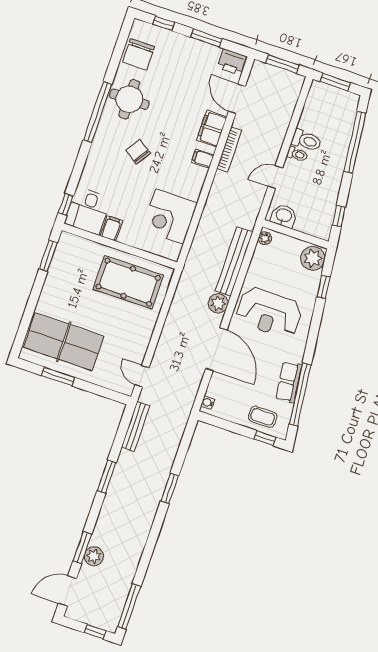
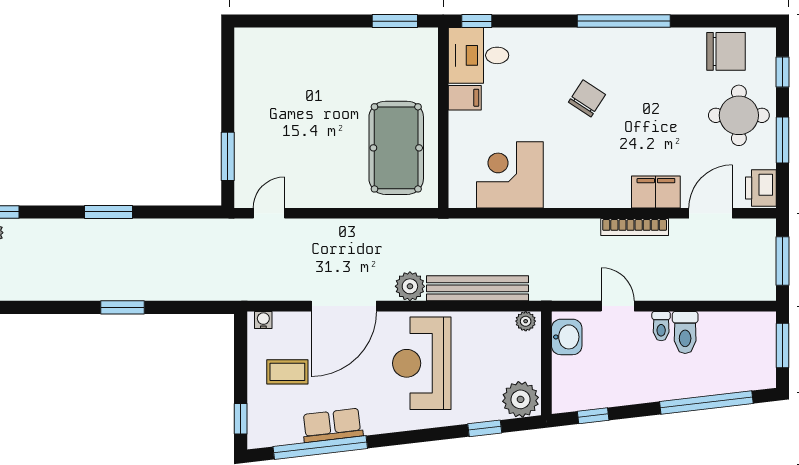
chair: (139, 54) -> (726, 51), turned 180
round table: (129, 99) -> (739, 115), moved
filing cabinet: (203, 159) -> (609, 194), removed
table tennis table: (64, 342) -> (280, 85), removed
window: (58, 376) -> (228, 156), moved
coffee table: (263, 417) -> (287, 372), moved, turned 90
bench: (136, 426) -> (194, 229), removed

